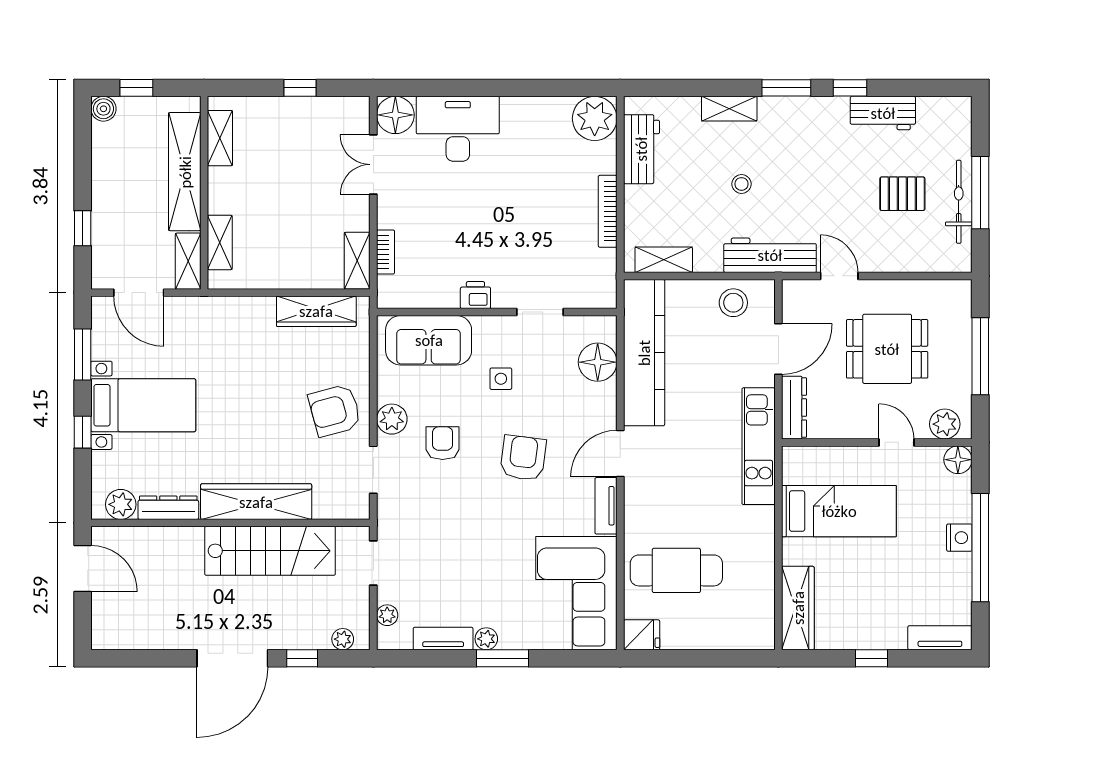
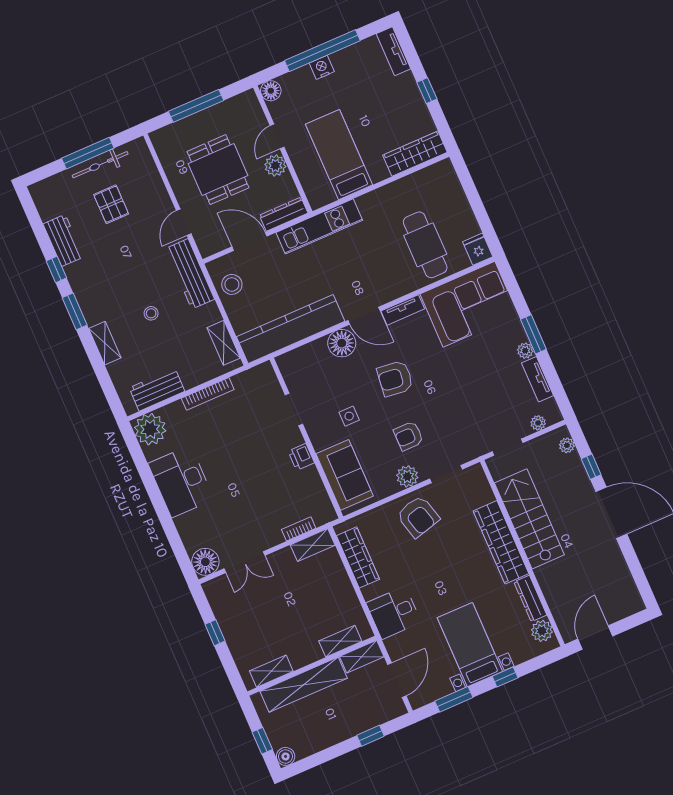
desk: (458, 129) -> (181, 481), moved
desk: (226, 326) -> (394, 613), added
floor lamp: (598, 362) -> (342, 343), moved
plant: (945, 424) -> (275, 166), moved

